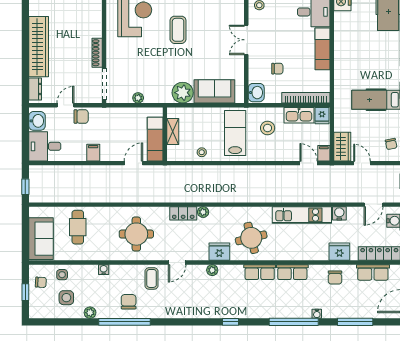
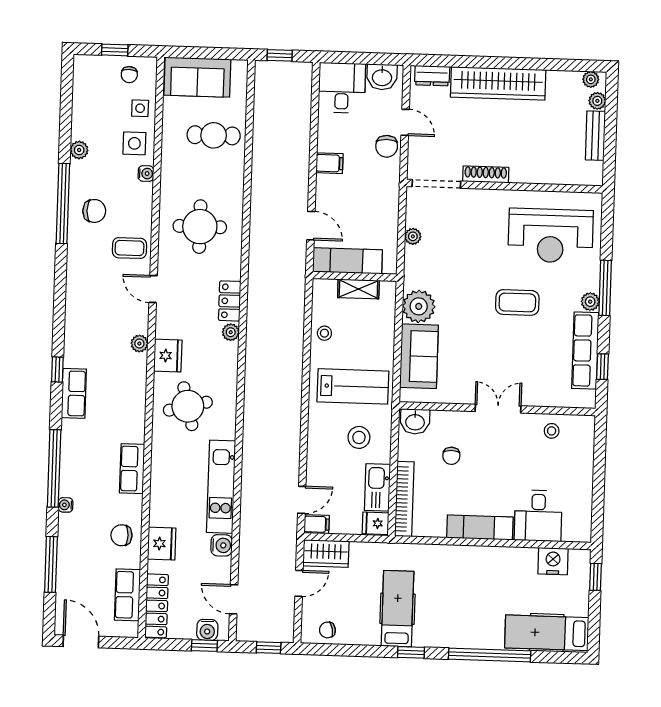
row of seats: (260, 272) -> (74, 393), moved, turned 180
side table: (66, 298) -> (134, 143), moved

